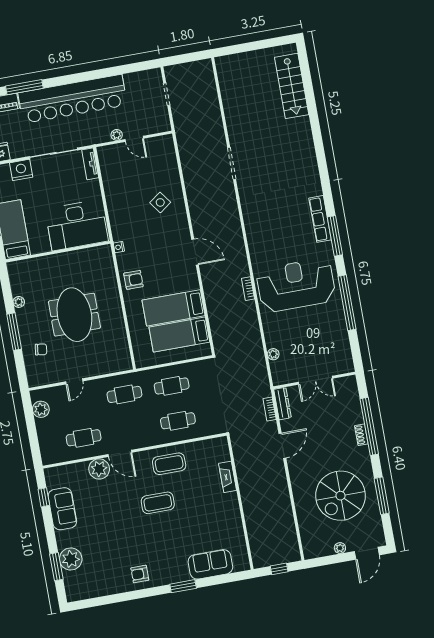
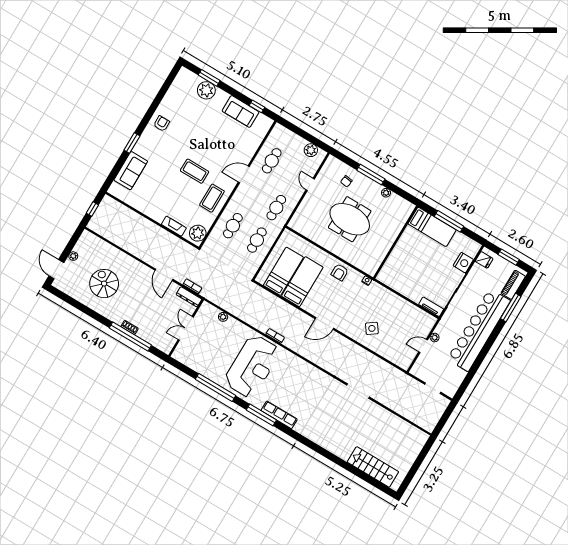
desk: (77, 225) -> (402, 267), removed
plant: (99, 469) -> (198, 233), moved
spiral stairs: (340, 496) -> (104, 284), width x0.73, depth x0.73
window: (382, 496) -> (83, 308), removed
coffee table: (158, 503) -> (195, 171), turned 90

